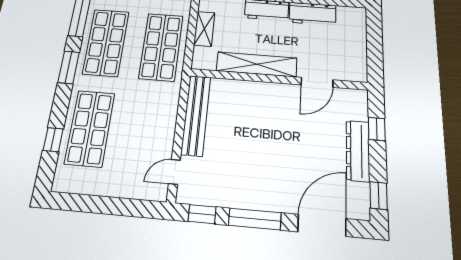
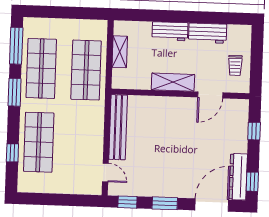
trolley: (348, 50) -> (235, 65), added
shelving: (257, 64) -> (173, 82), width x0.68
dresser: (358, 151) -> (238, 177), moved
door: (174, 172) -> (105, 173), swing flipped
window: (255, 219) -> (165, 203), width x0.69

